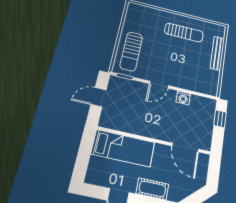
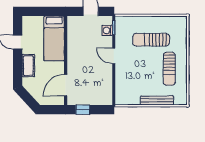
sun lounger: (131, 51) -> (151, 40), moved
washing machine: (183, 98) -> (107, 30), moved
window: (220, 119) -> (83, 110), moved

